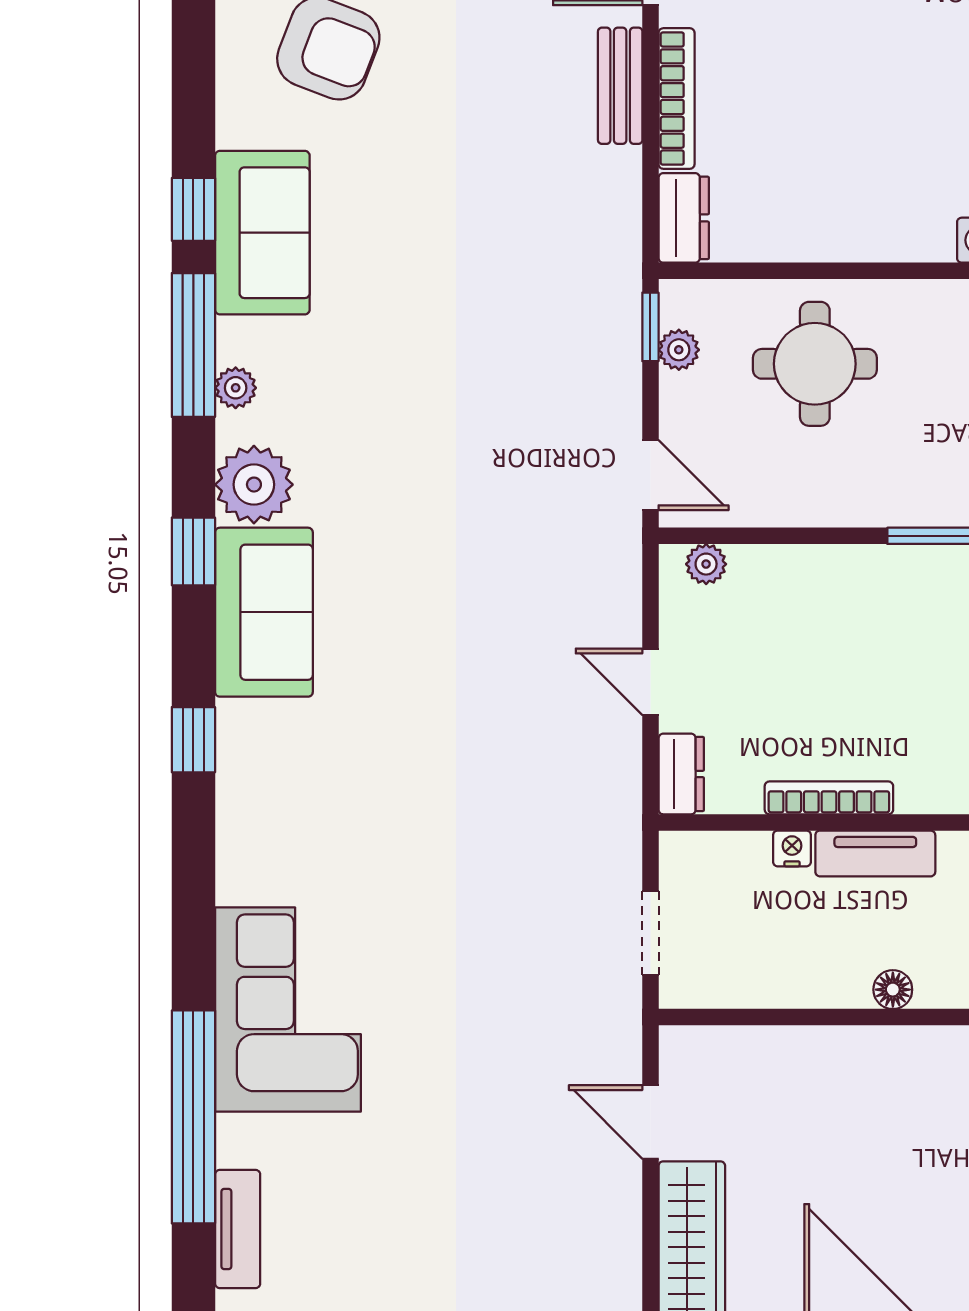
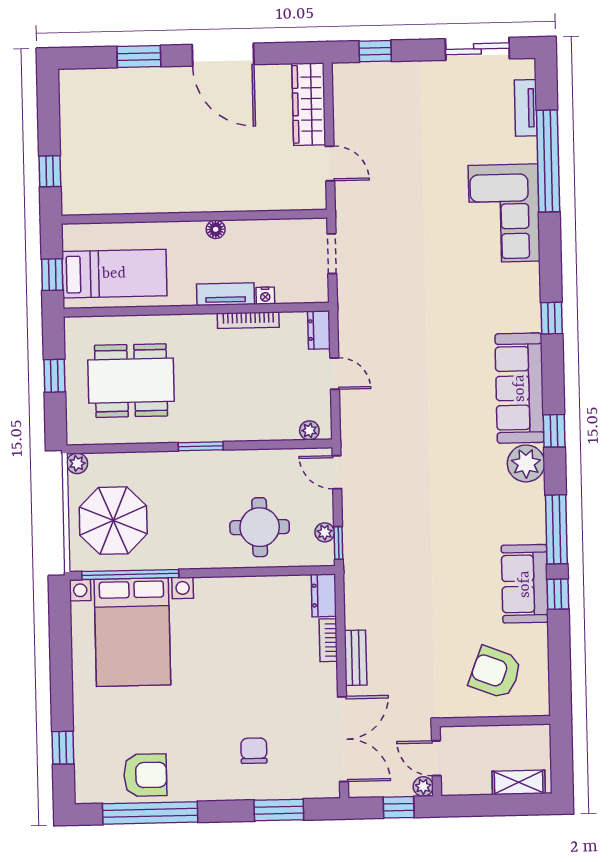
bookcase: (677, 99) -> (328, 640), width x0.64
plant: (236, 388) -> (536, 509), removed
sofa: (264, 612) -> (520, 388), width x1.36
window: (193, 740) -> (552, 318), moved

